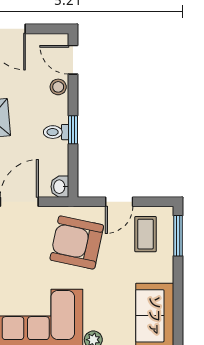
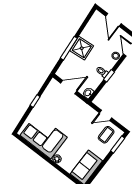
armchair: (77, 242) -> (78, 118), removed

